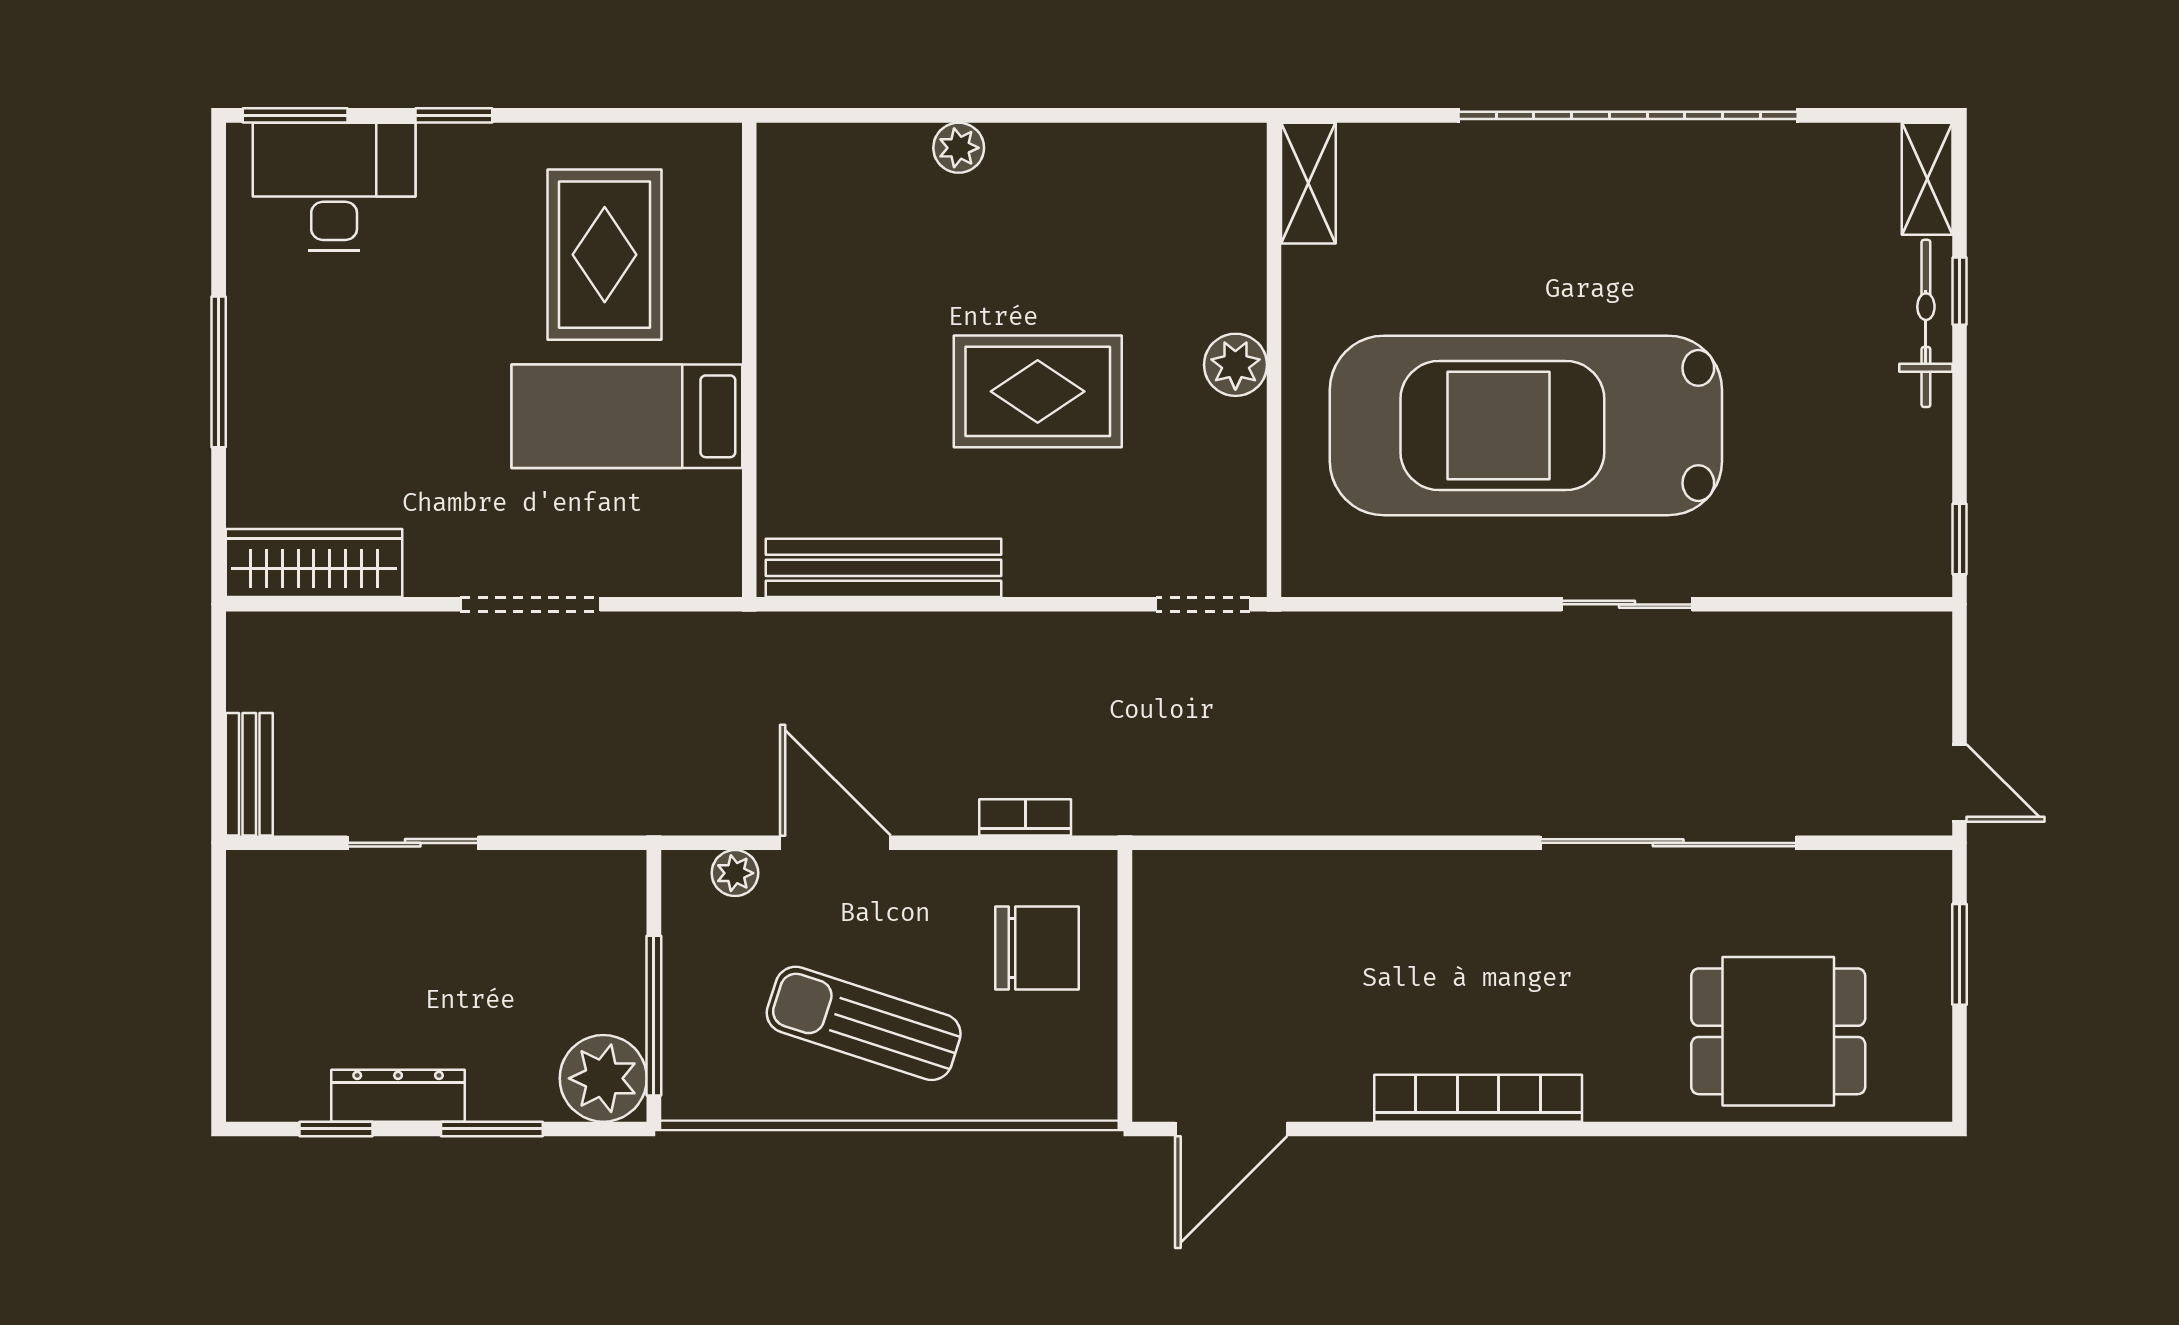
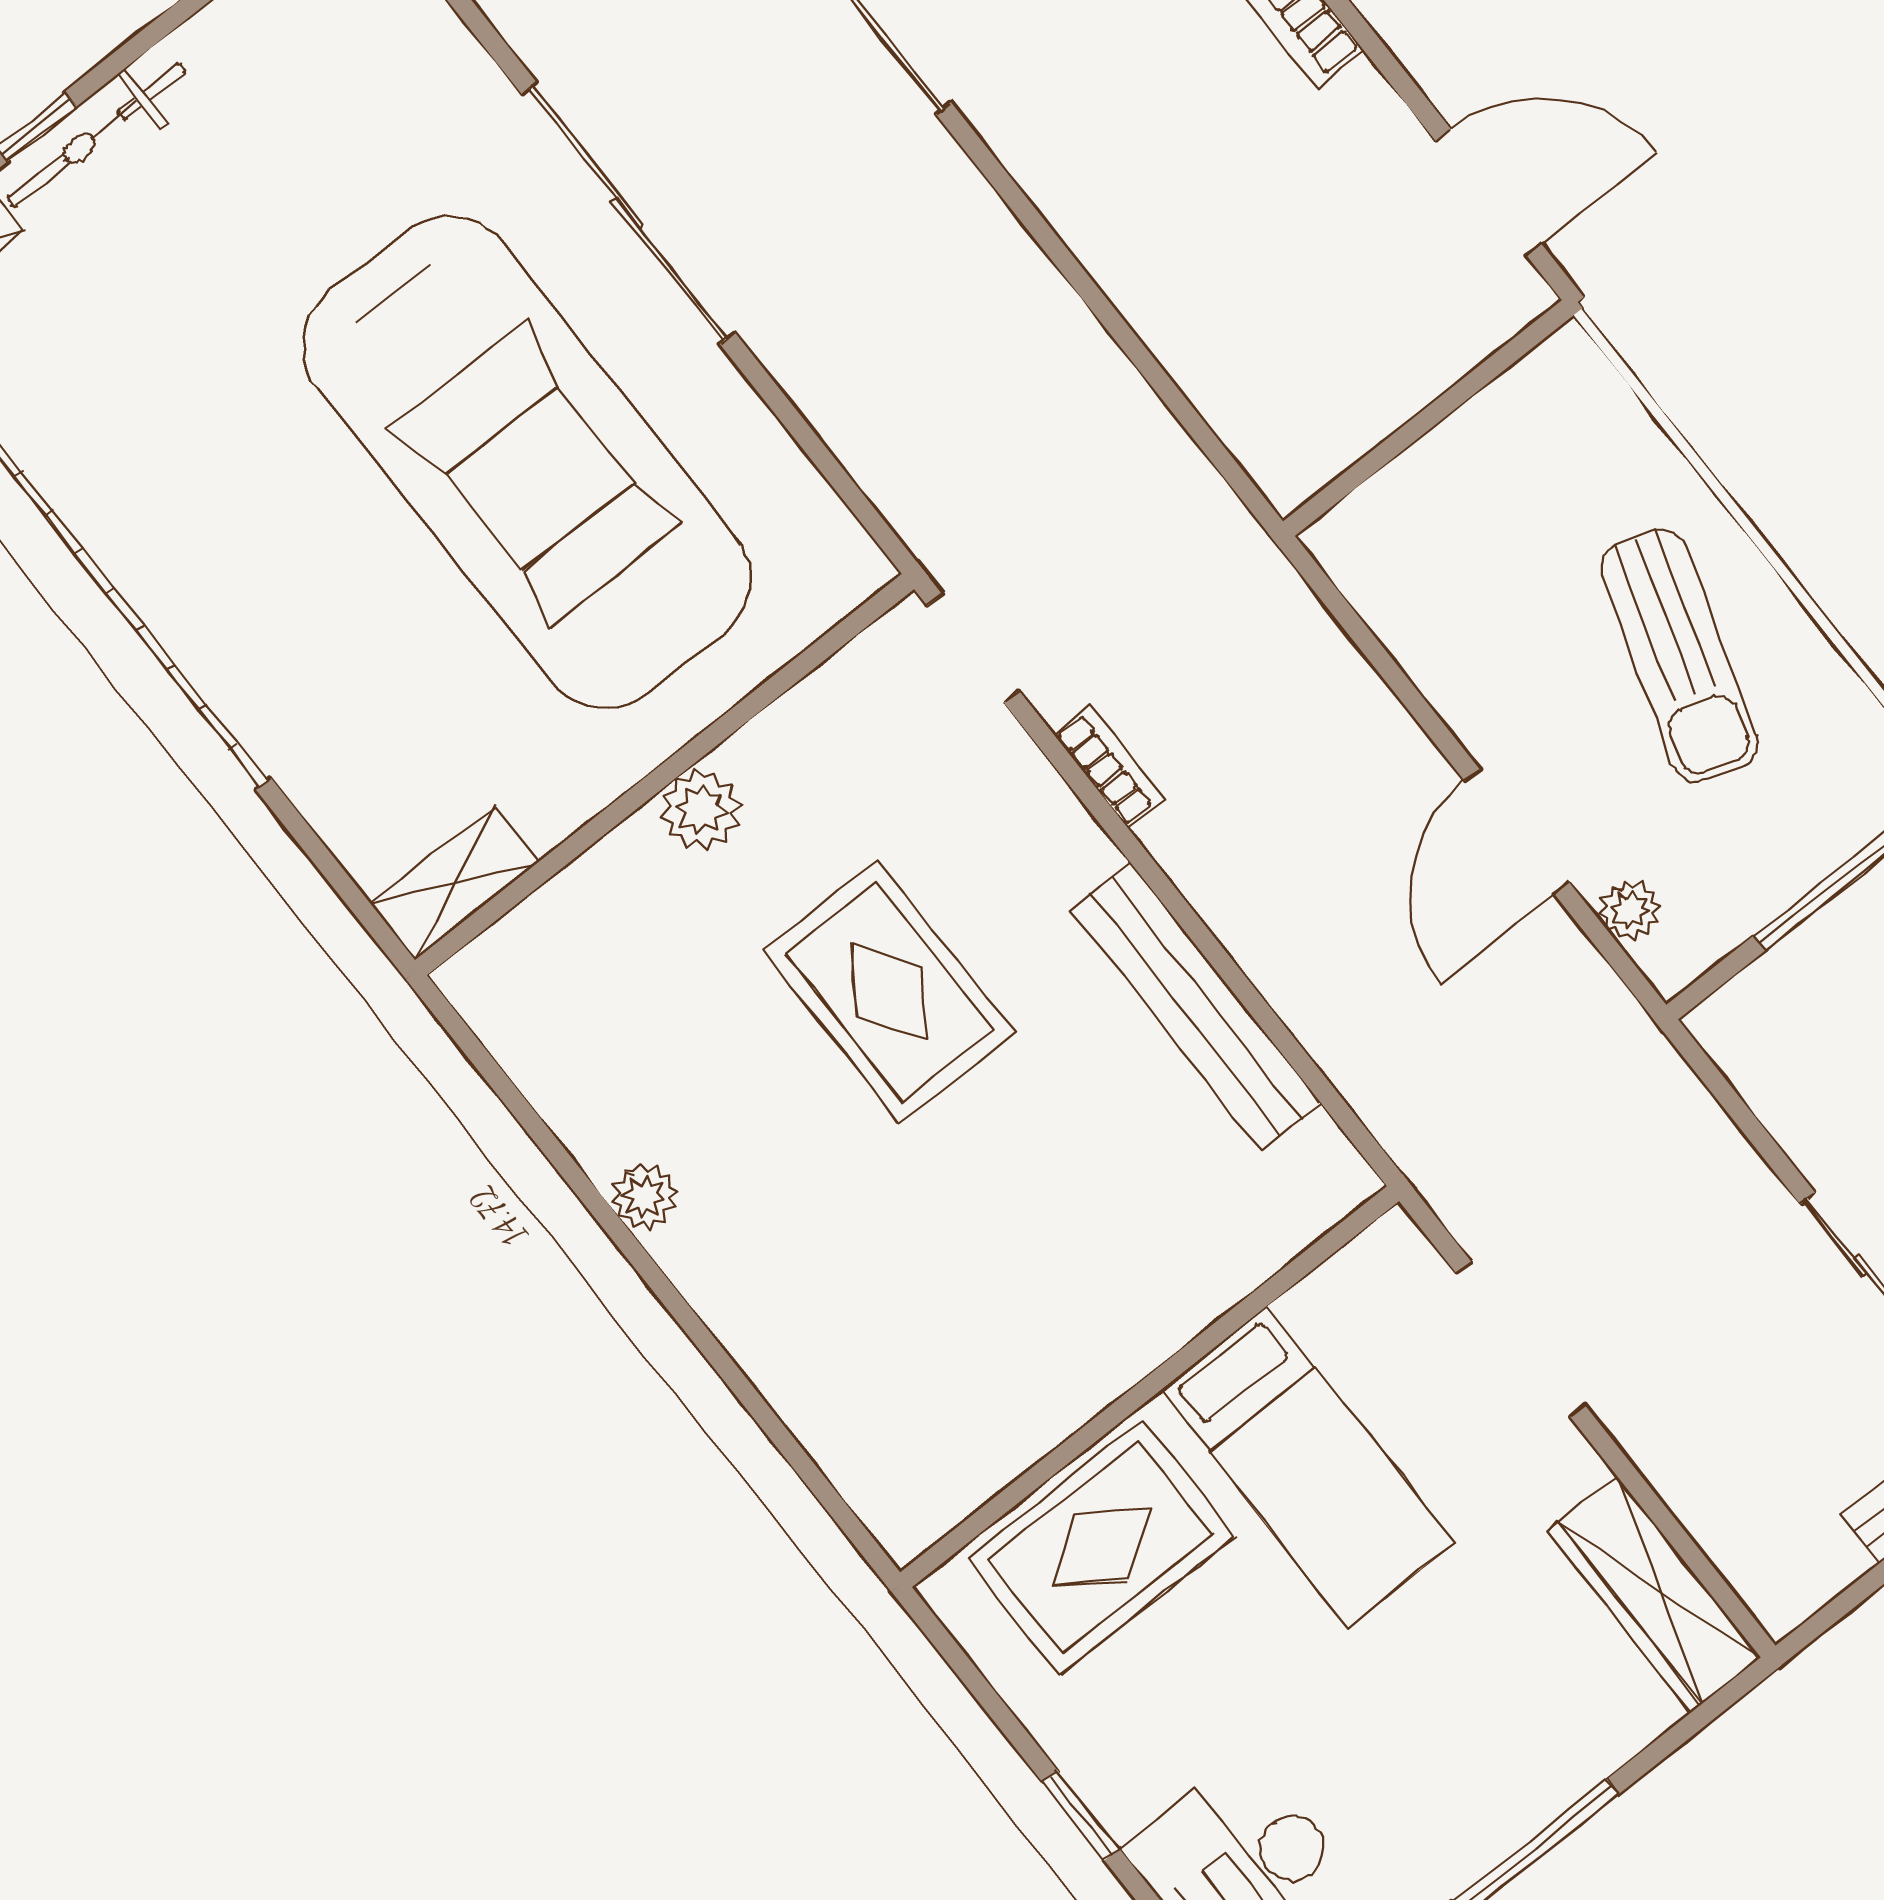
plant: (959, 148) -> (644, 1196), moved
wall: (749, 360) -> (1150, 1387), moved
bed: (627, 416) -> (1307, 1466), moved
sliding door: (1627, 604) -> (628, 213), width x1.86
bookcase: (1025, 817) -> (1109, 766), moved, turned 180
chair: (1037, 948) -> (1461, 539), removed

